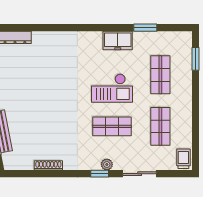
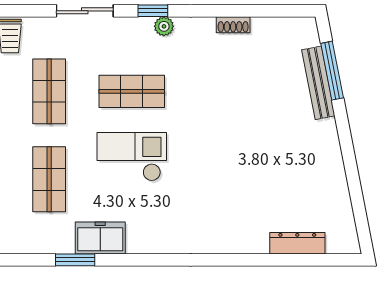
freezer: (118, 40) -> (100, 238), moved
plant: (107, 164) -> (164, 26), moved
shoe rack: (48, 165) -> (233, 25), width x0.70

